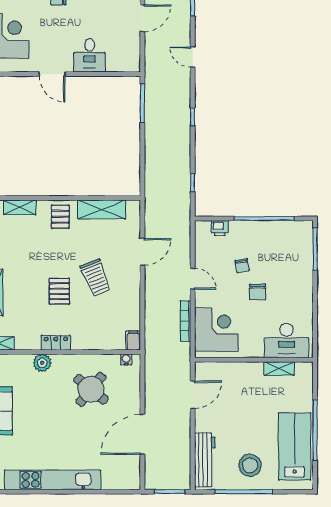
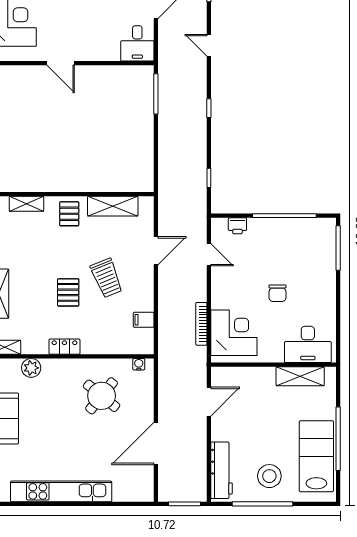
desk: (90, 55) -> (137, 43), moved
chair: (242, 266) -> (261, 265), removed
door: (193, 279) -> (209, 255), moved
filing cabinet: (133, 340) -> (144, 320), moved, turned -90
plant: (42, 363) -> (31, 368), moved
shelving: (279, 368) -> (300, 376), width x1.50, depth x1.33

